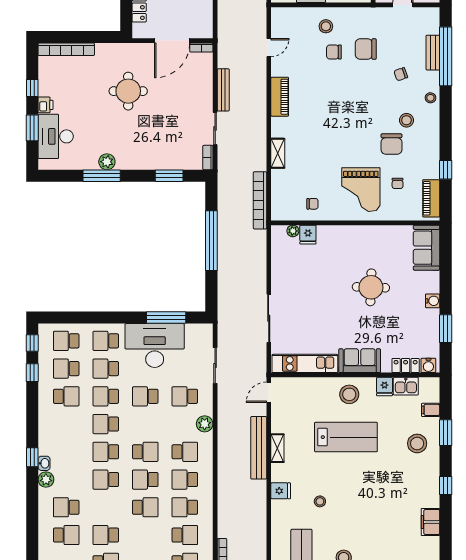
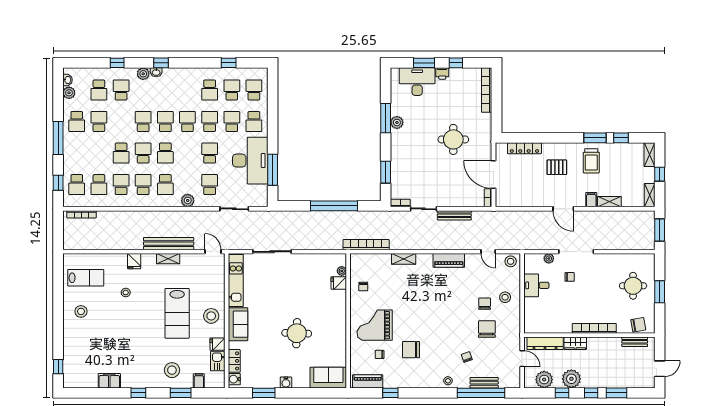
stool: (406, 120) -> (511, 261), moved
school desk: (106, 341) -> (254, 122), turned 180
window: (32, 343) -> (117, 63), moved

